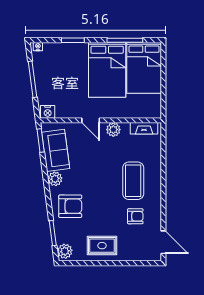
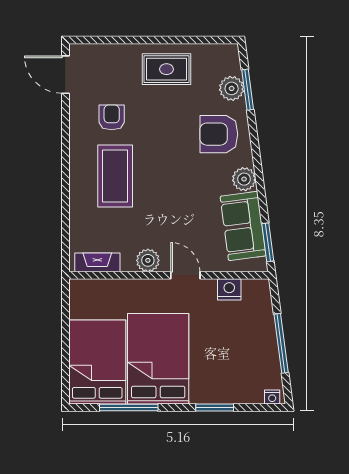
nightstand: (48, 112) -> (229, 289), moved
armchair: (135, 216) -> (112, 117), turned 90
plant: (65, 251) -> (232, 88), moved

